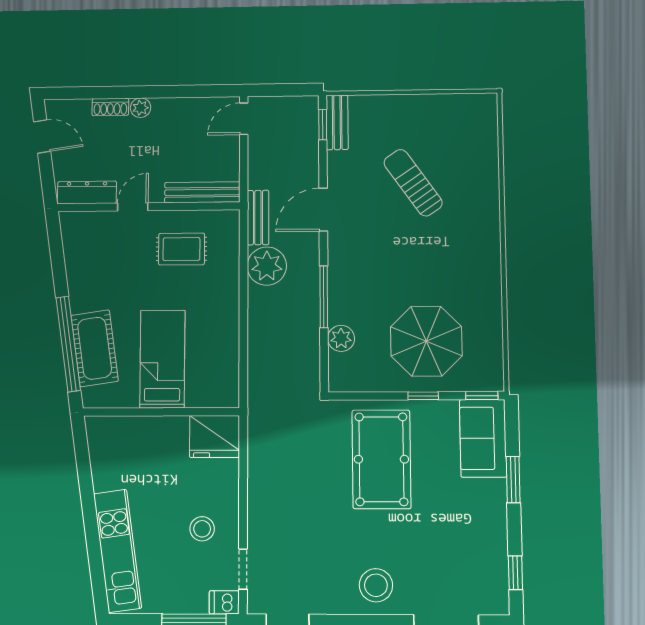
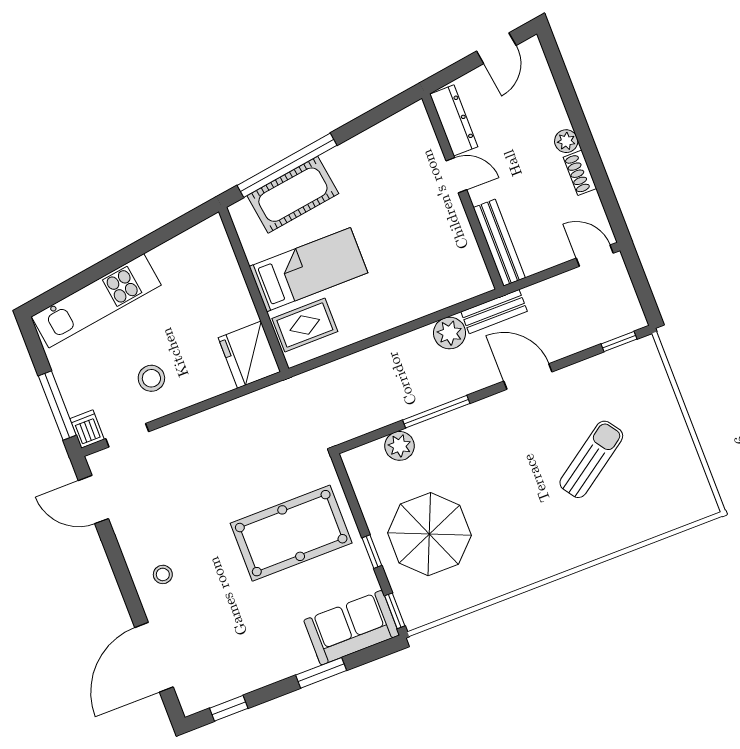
shoe rack: (110, 107) -> (580, 173), moved
bench: (337, 122) -> (627, 356), removed
rug: (181, 249) -> (305, 325), moved, turned 90
plant: (267, 266) -> (450, 333), width x0.73, depth x0.73
stool: (376, 585) -> (163, 574), width x0.53, depth x0.53

